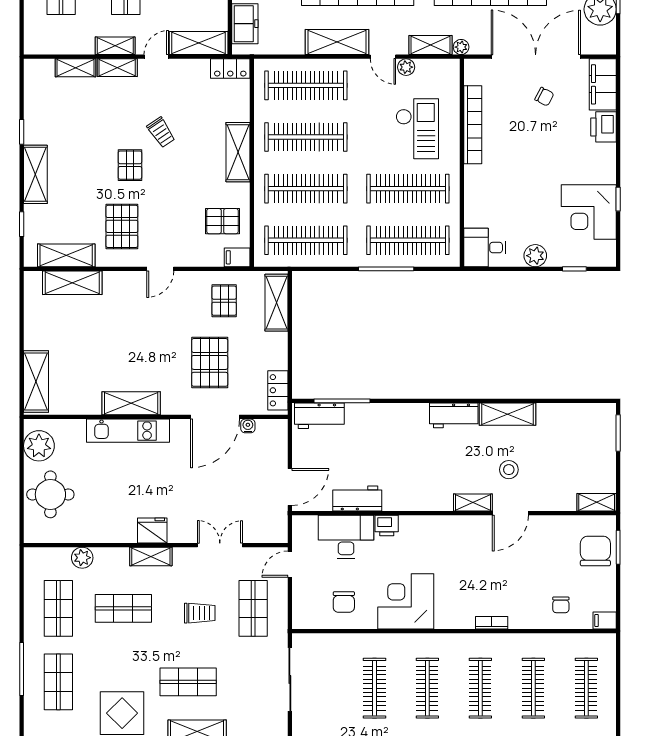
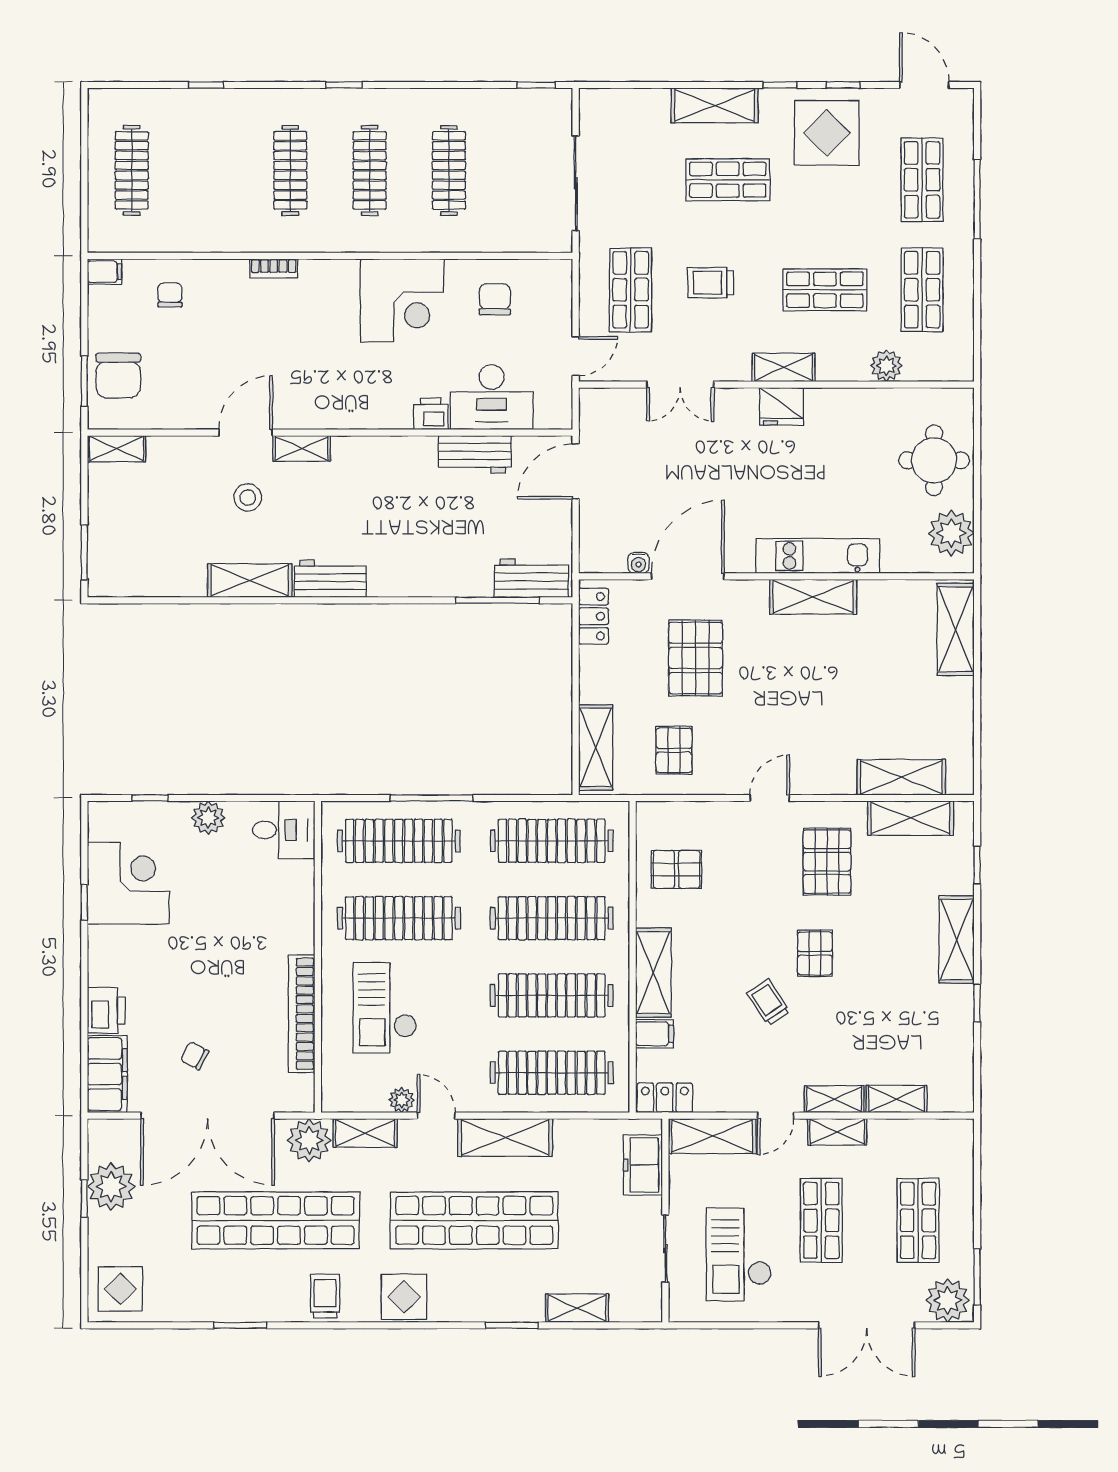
plant: (461, 47) -> (309, 1140), width x1.87, depth x1.87
filing cabinet: (237, 257) -> (655, 1034), moved
clothes rail: (533, 688) -> (211, 170), removed

